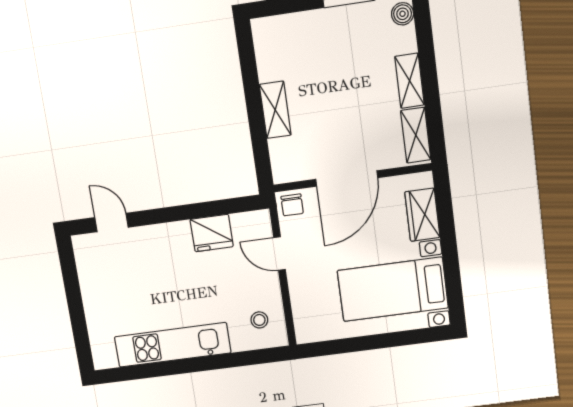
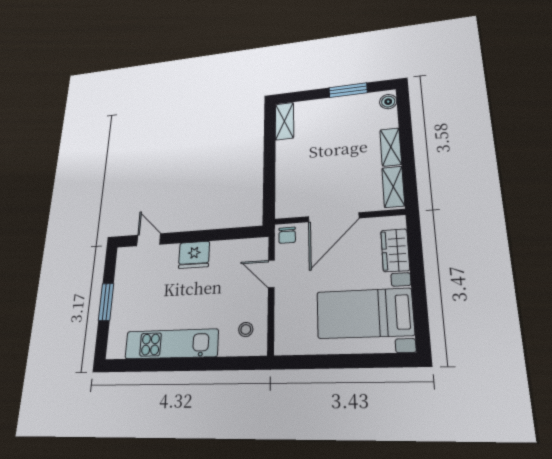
shelving: (275, 110) -> (284, 121), moved
fridge: (212, 233) -> (194, 255), moved
window: (75, 305) -> (106, 302), added

